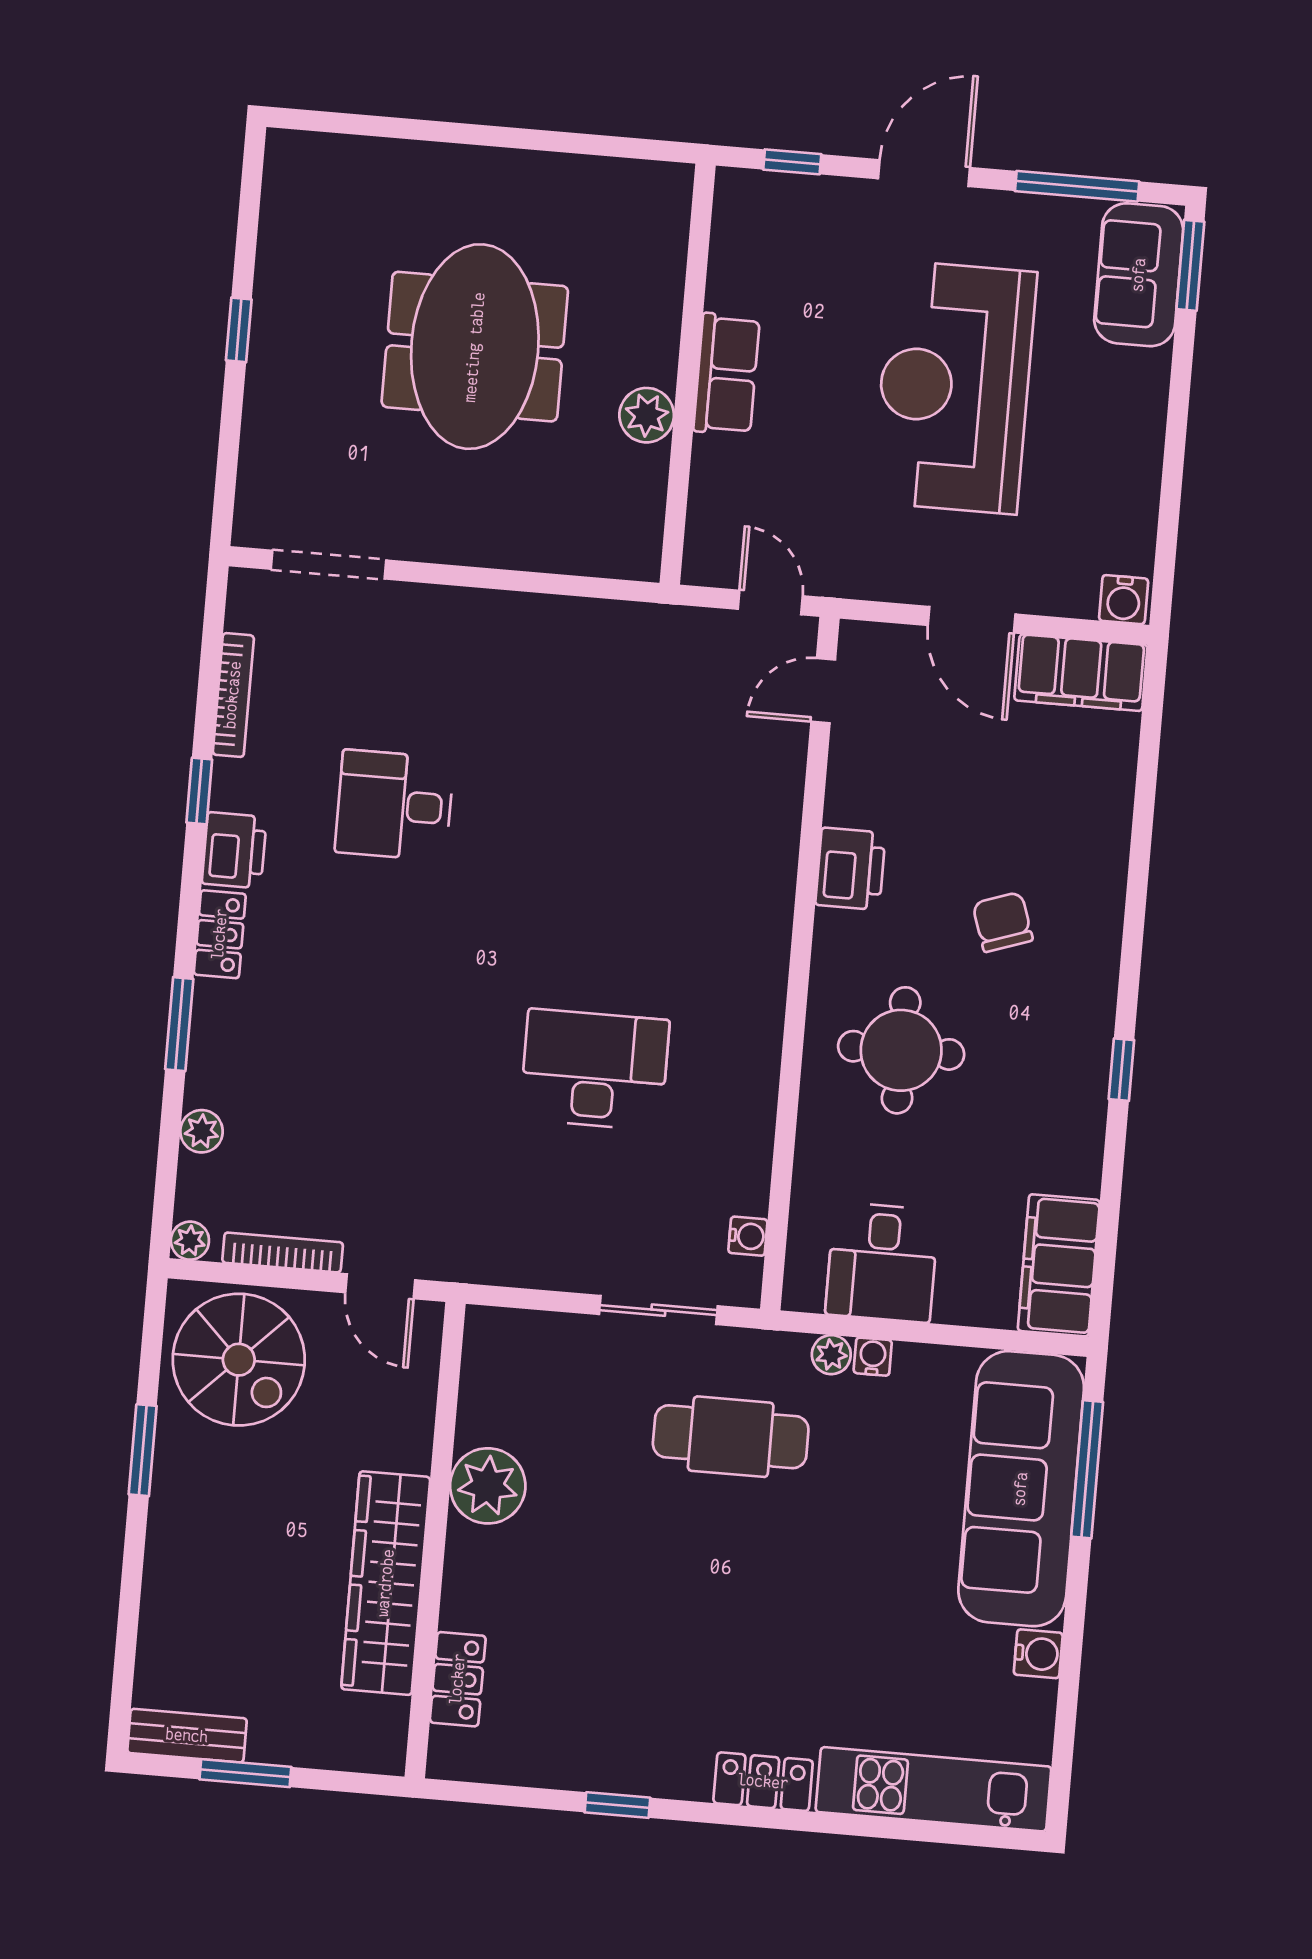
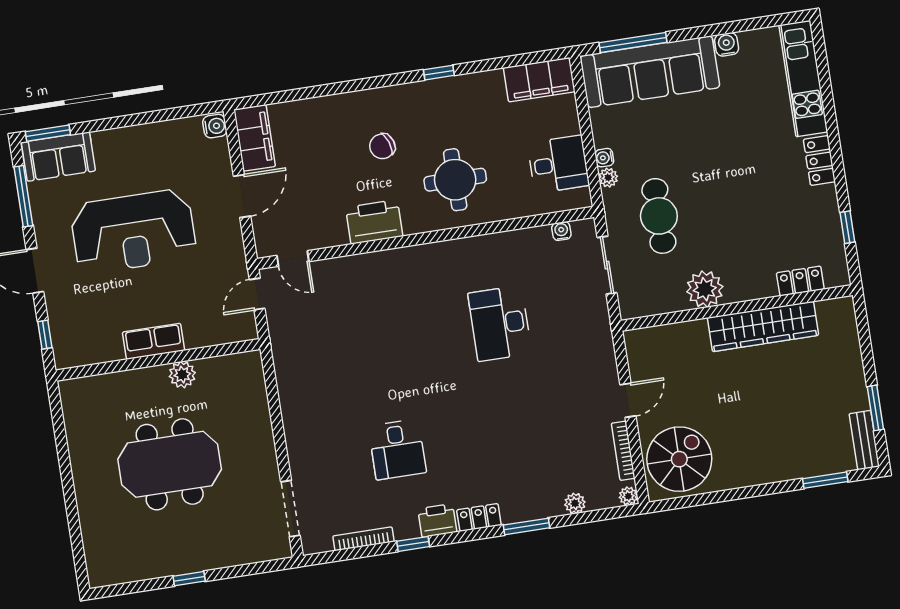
printer: (850, 869) -> (374, 222), width x1.37, depth x1.19
window: (143, 1450) -> (825, 480), moved
plant: (488, 1486) -> (705, 289), moved
wall: (435, 1540) -> (737, 308), moved
wardrobe: (386, 1583) -> (763, 326), moved
locker: (458, 1679) -> (800, 281), moved

